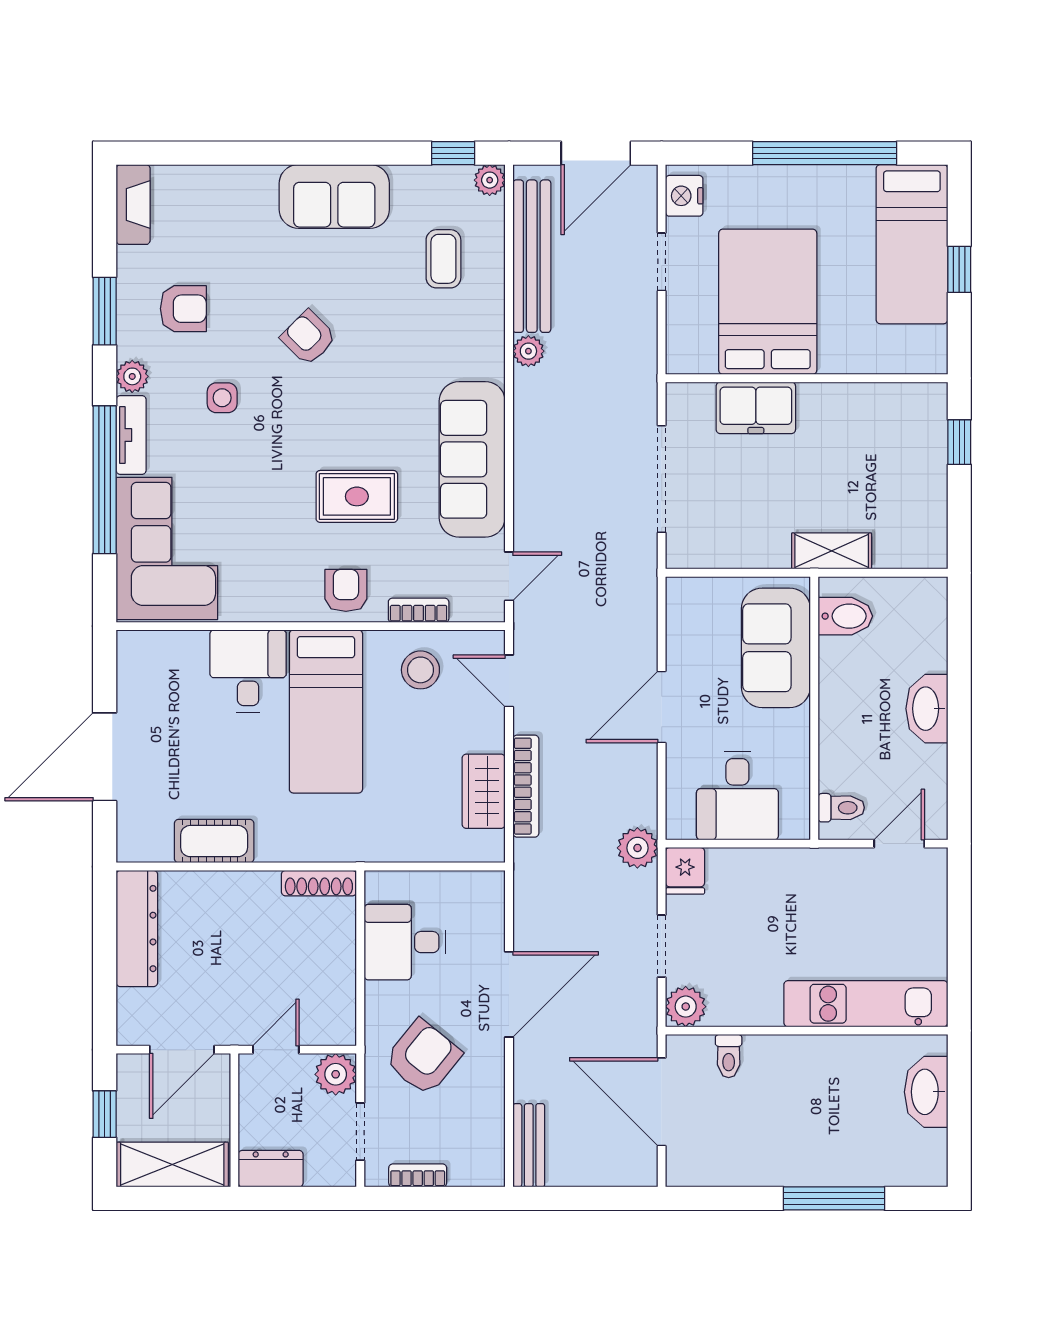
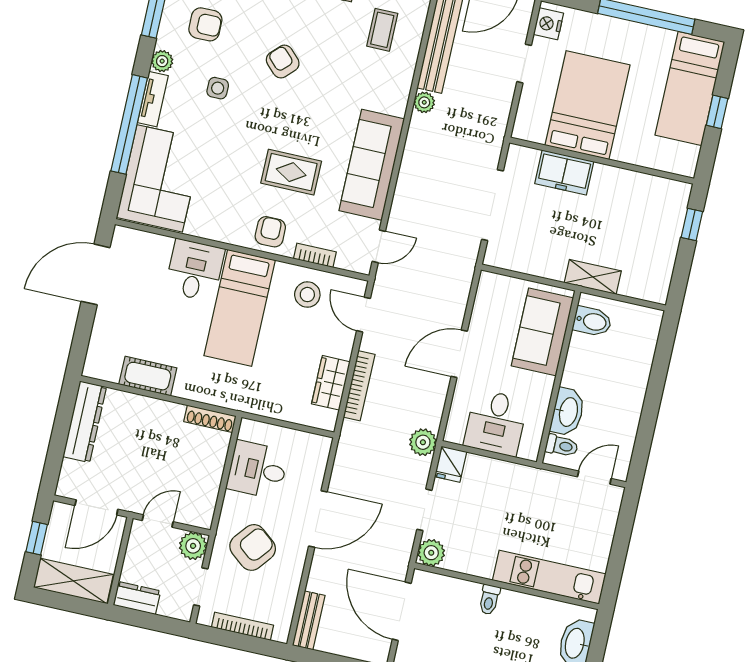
washbasin: (927, 709) -> (568, 412), moved, turned 180
door: (105, 757) -> (96, 274), moved
toilet: (729, 1056) -> (489, 600), moved
bookcase: (418, 1175) -> (242, 626), width x1.56

